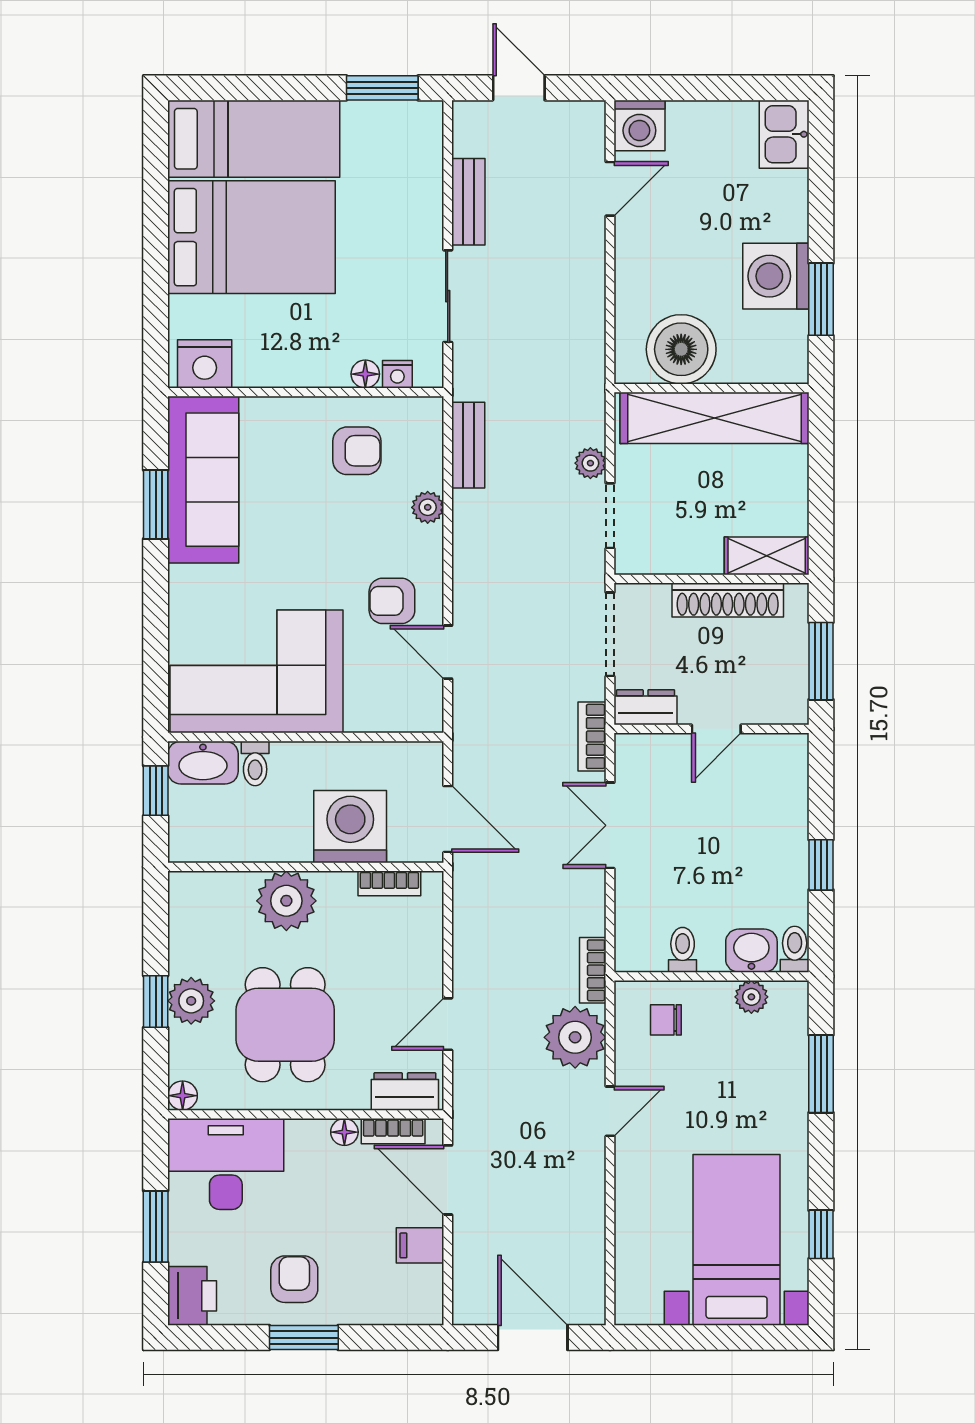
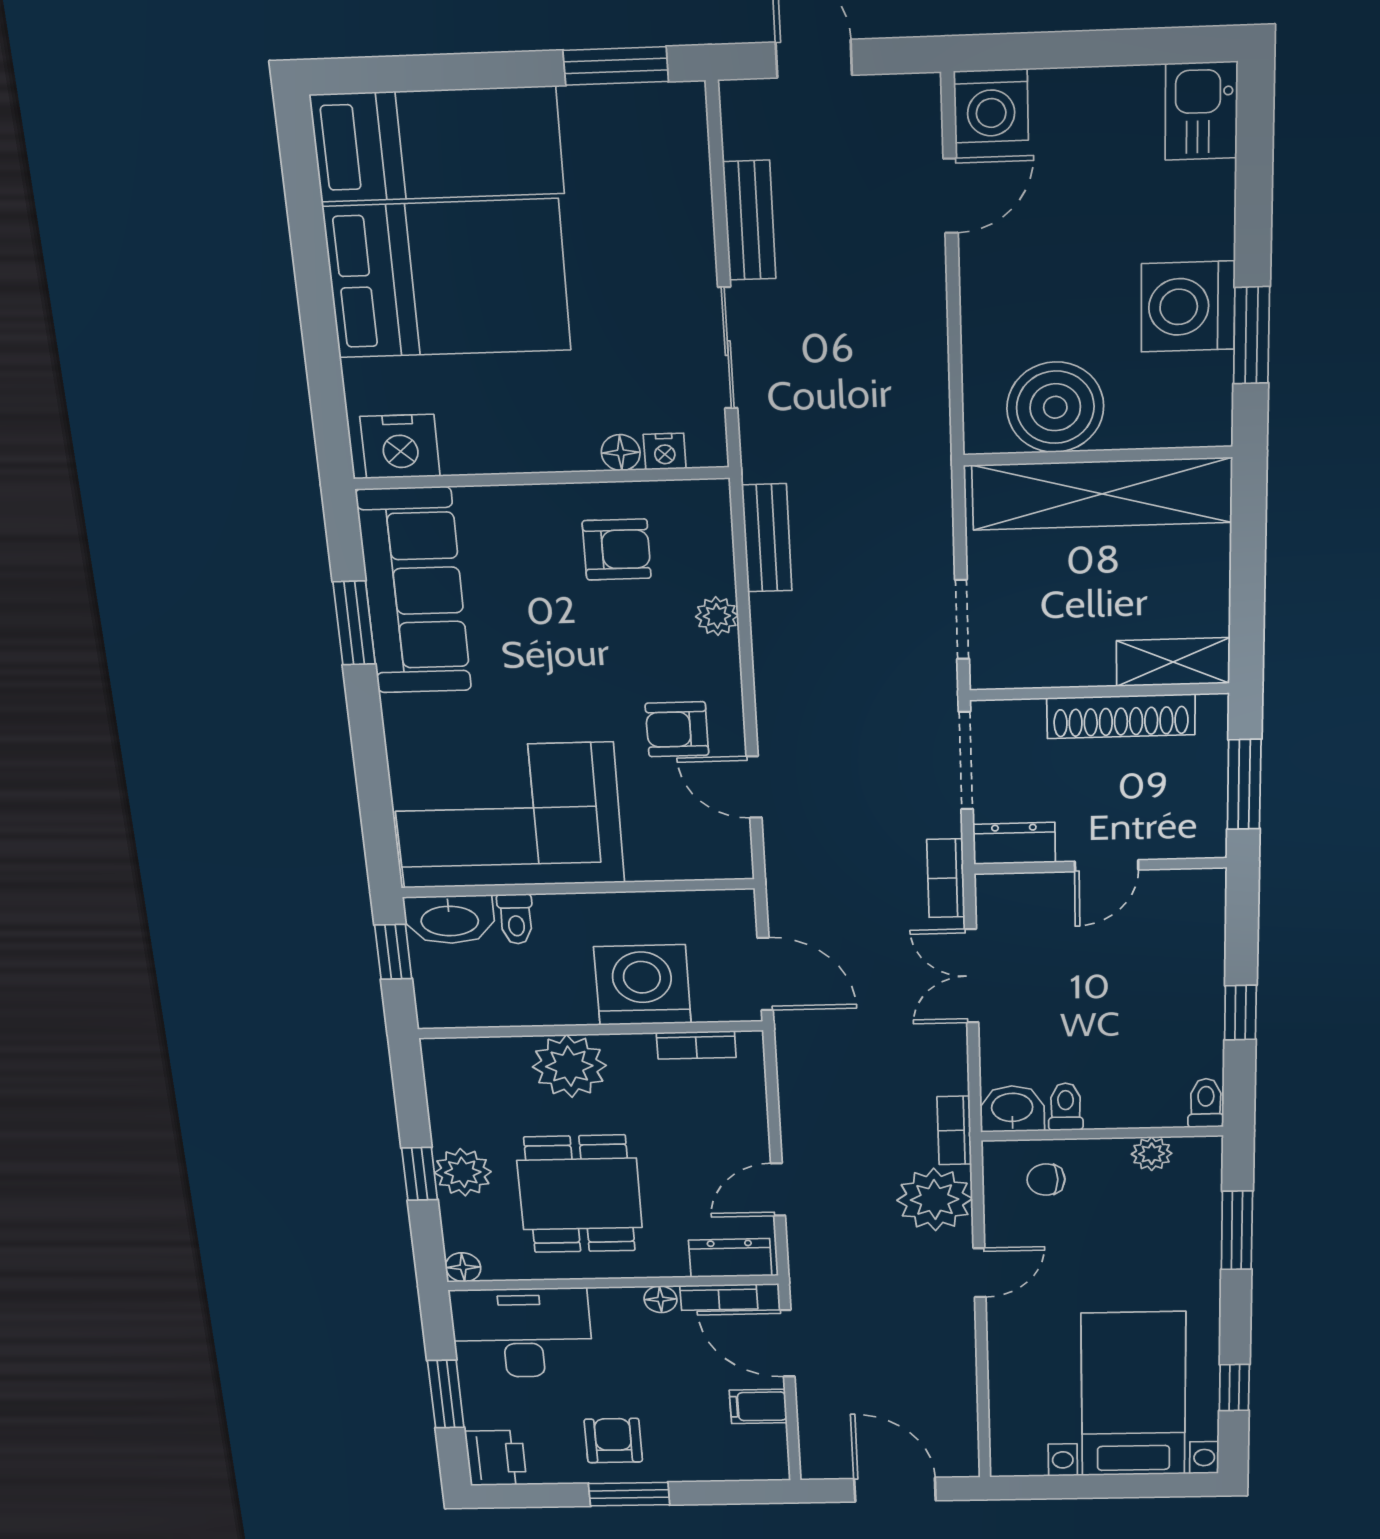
plant: (590, 463) -> (934, 555), removed
washbasin: (751, 951) -> (1012, 1109), moved

